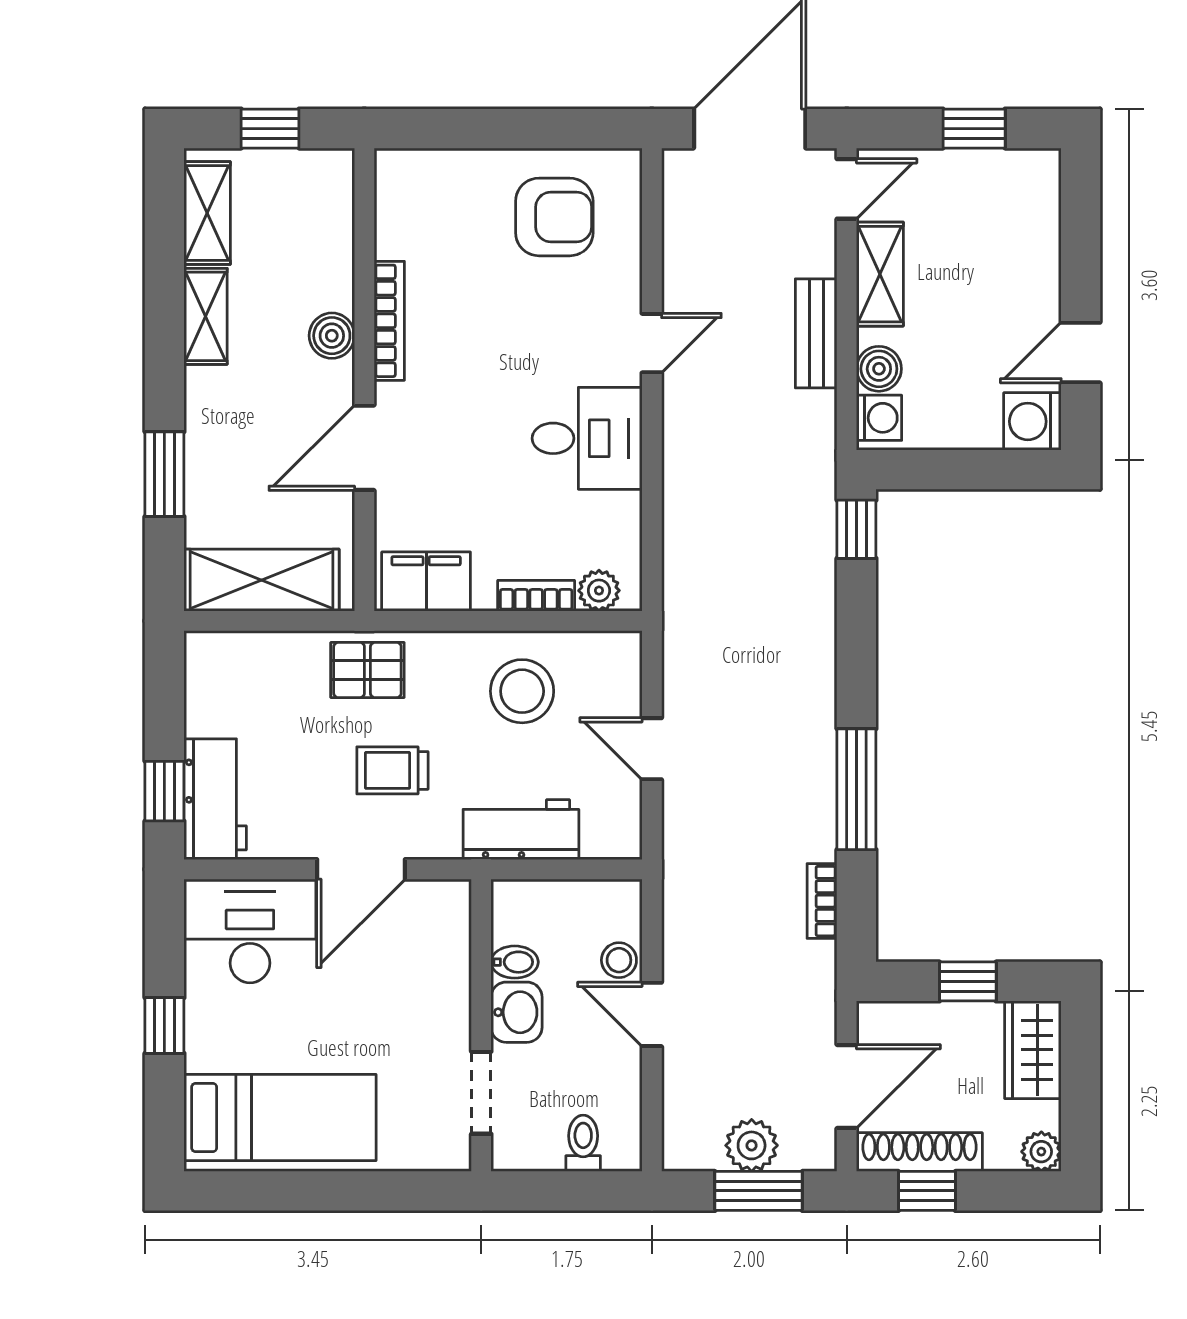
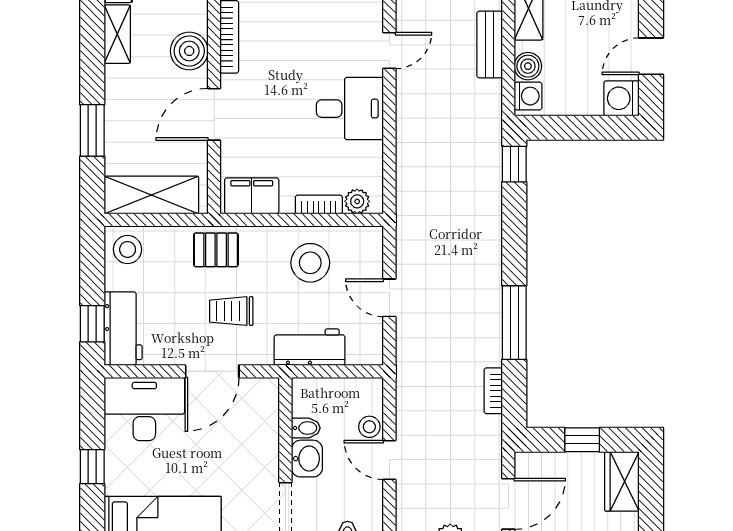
boiler: (332, 336) -> (189, 51), width x1.36, depth x1.36
stool: (222, 669) -> (128, 249), added

